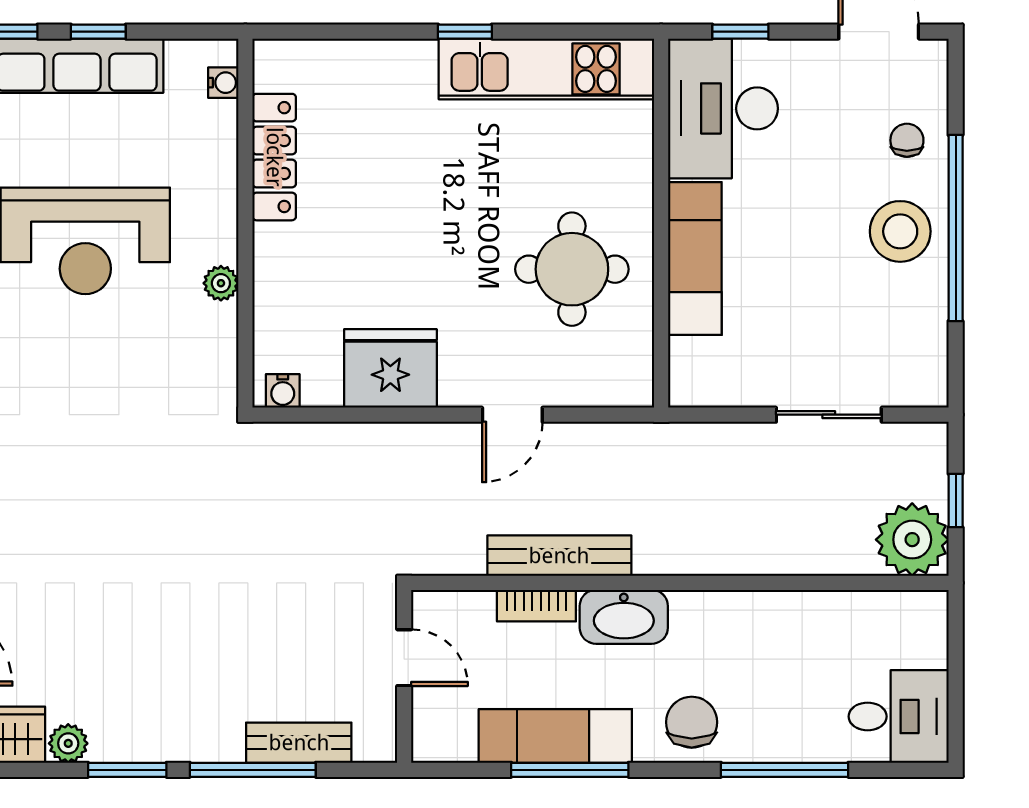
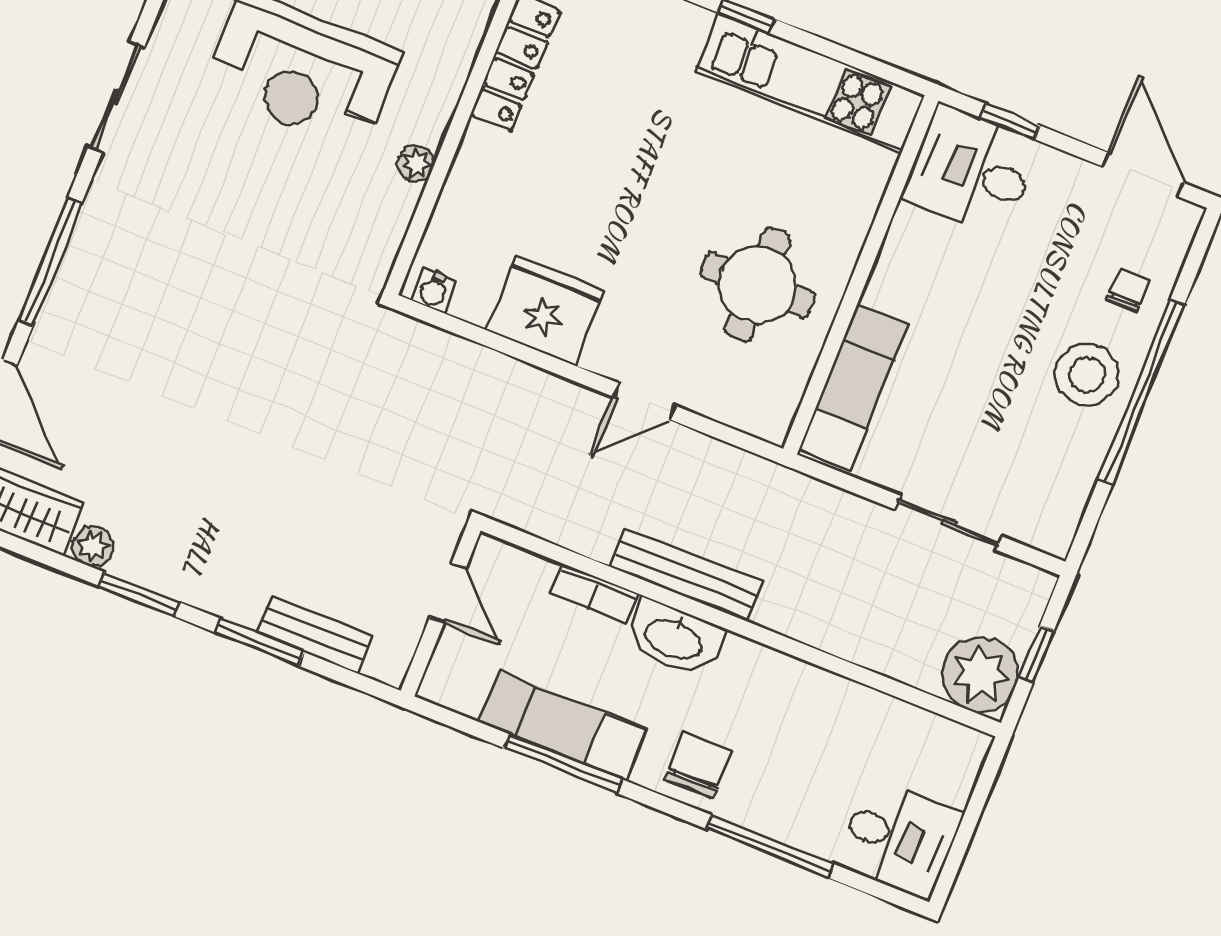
desk: (723, 108) -> (971, 170), width x0.73
exam couch: (695, 258) -> (854, 386), moved
bench: (559, 556) -> (686, 575), moved
window: (253, 770) -> (260, 642), width x0.69

